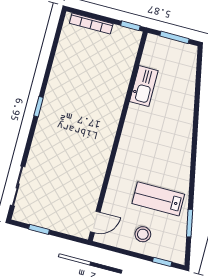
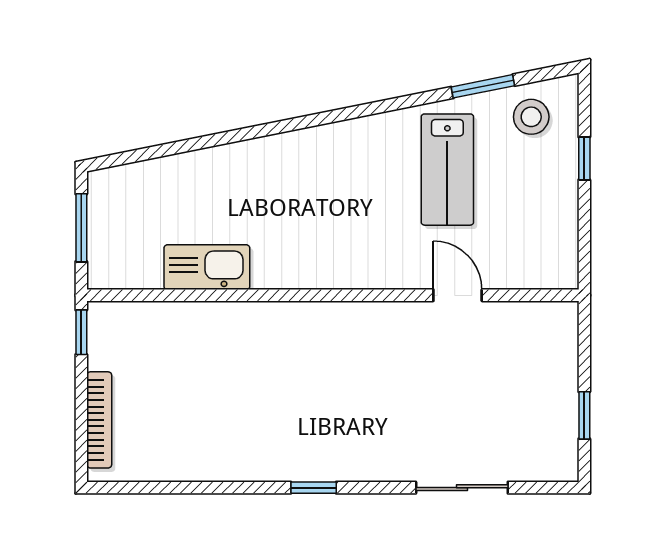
sliding door: (18, 186) -> (462, 488), moved
door: (95, 222) -> (458, 295), moved
stool: (143, 234) -> (531, 117), moved
window: (162, 262) -> (584, 158), moved

